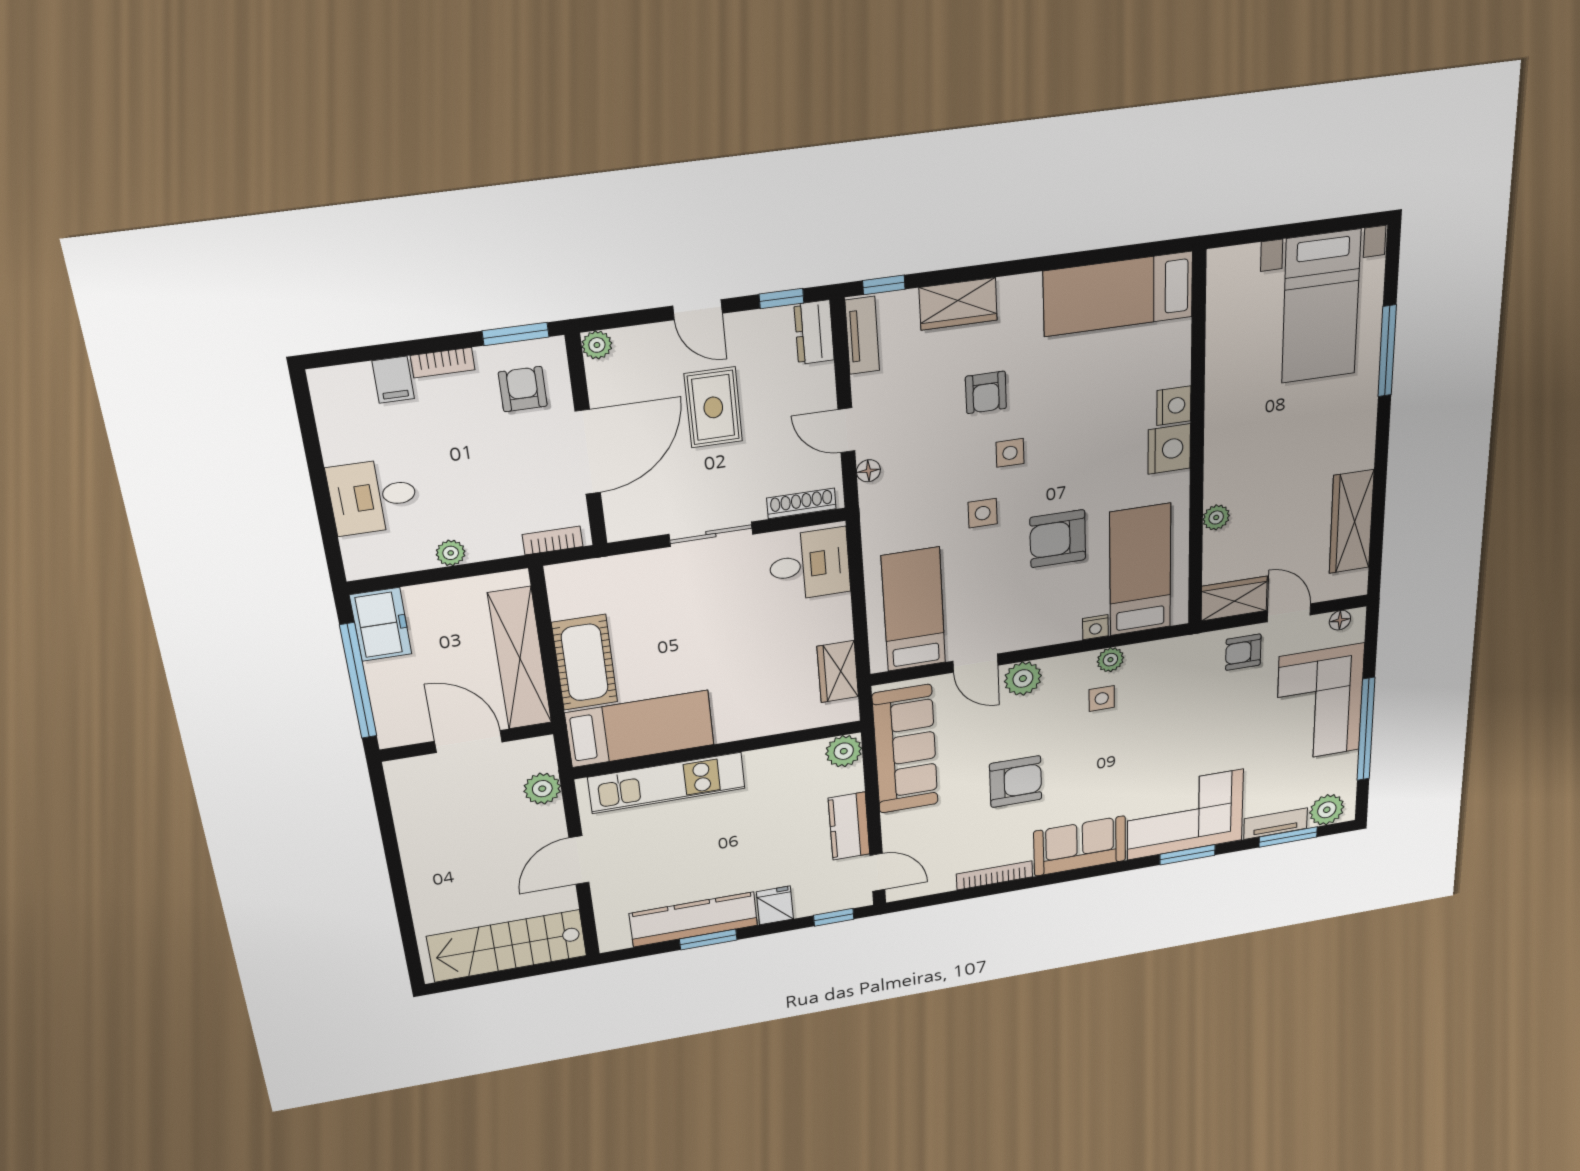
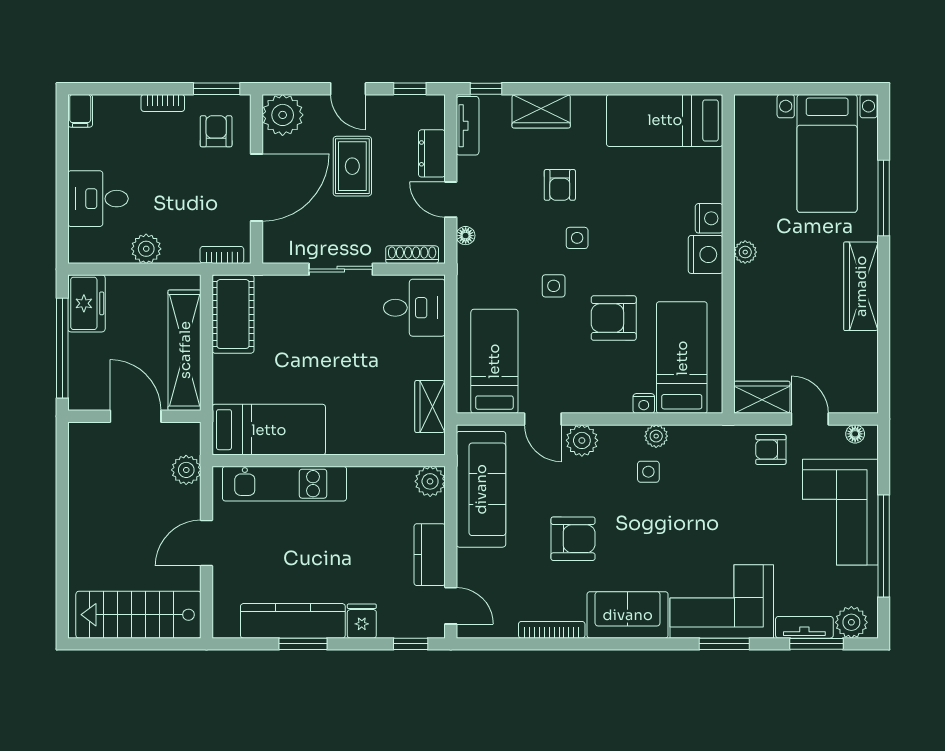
dresser: (814, 332) -> (432, 153), moved
plant: (597, 345) -> (283, 115), width x1.88, depth x1.88
filing cabinet: (393, 380) -> (80, 111), moved
plant: (1216, 517) -> (745, 252), moved
wardrobe: (1351, 522) -> (861, 286), moved
plant: (451, 553) -> (146, 249), width x1.38, depth x1.38
cot: (585, 662) -> (233, 314), moved

